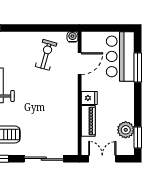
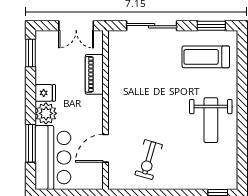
water cooler: (72, 37) -> (115, 183), removed
fridge: (89, 98) -> (45, 93), moved, turned 180
plant: (126, 130) -> (46, 113), moved

